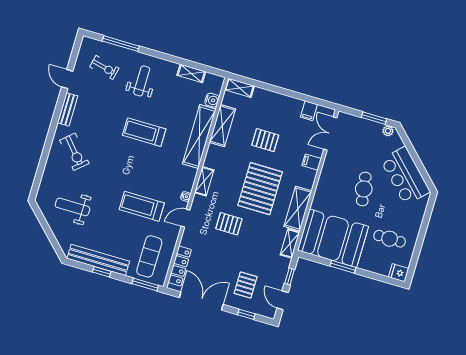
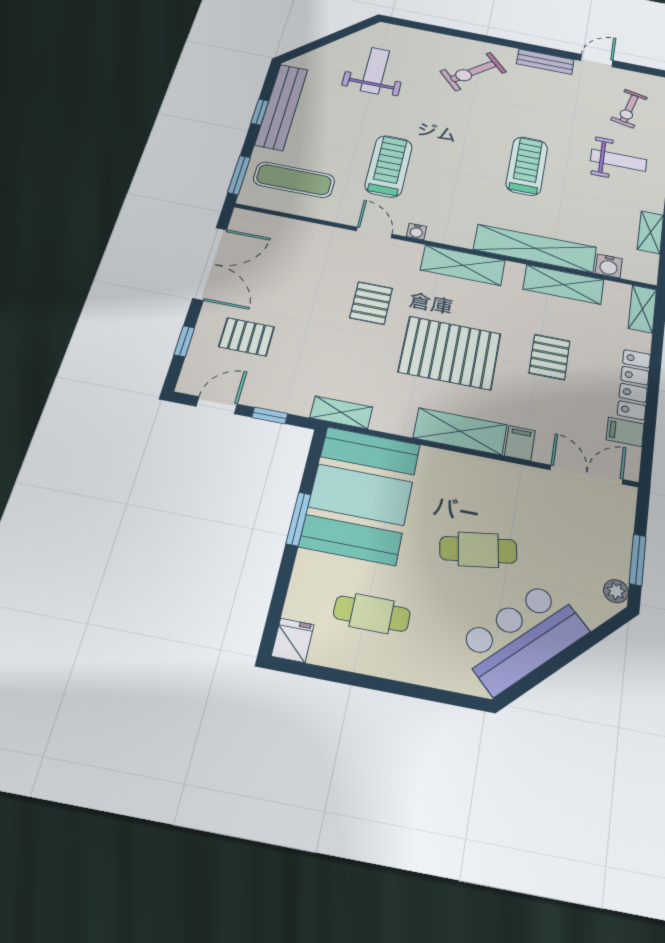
shelving: (204, 181) -> (463, 265), width x1.50, depth x1.33
shelving: (298, 209) -> (460, 431), moved
cafe table: (390, 239) -> (372, 614), turned 90
locker: (180, 266) -> (634, 384), moved, turned 90

